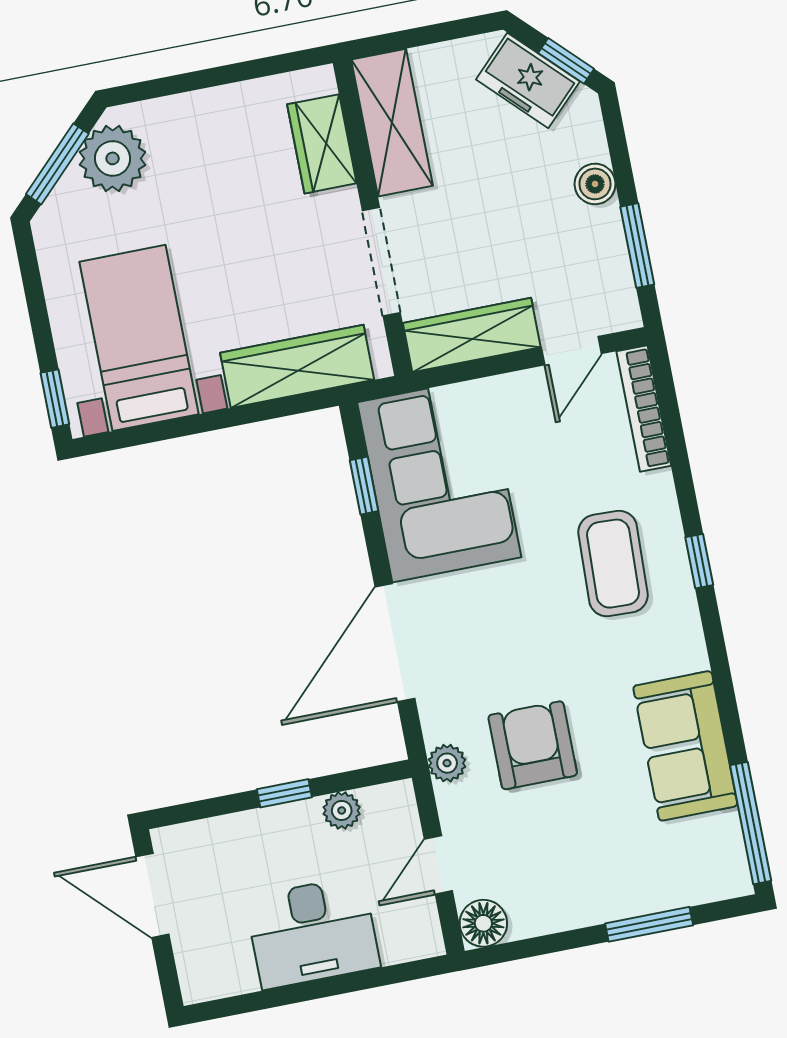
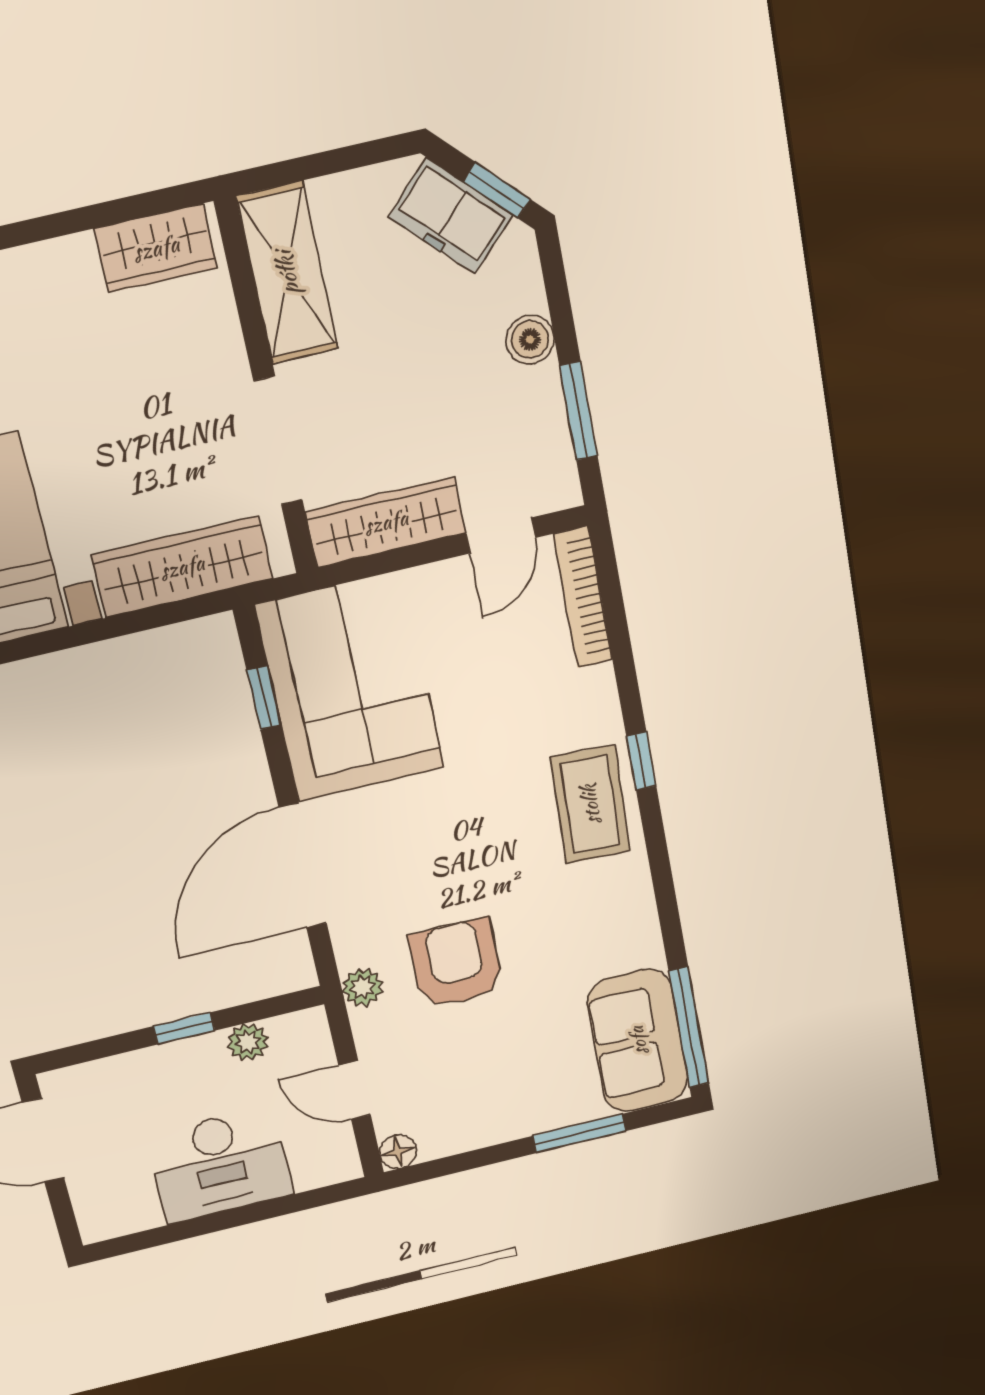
wardrobe: (322, 144) -> (156, 248), moved, turned -90
coffee table: (613, 564) -> (590, 804), moved
sofa: (685, 746) -> (638, 1041), moved
door: (438, 865) -> (355, 1090), hinge flipped
floor lamp: (483, 923) -> (398, 1152), width x0.73, depth x0.73

